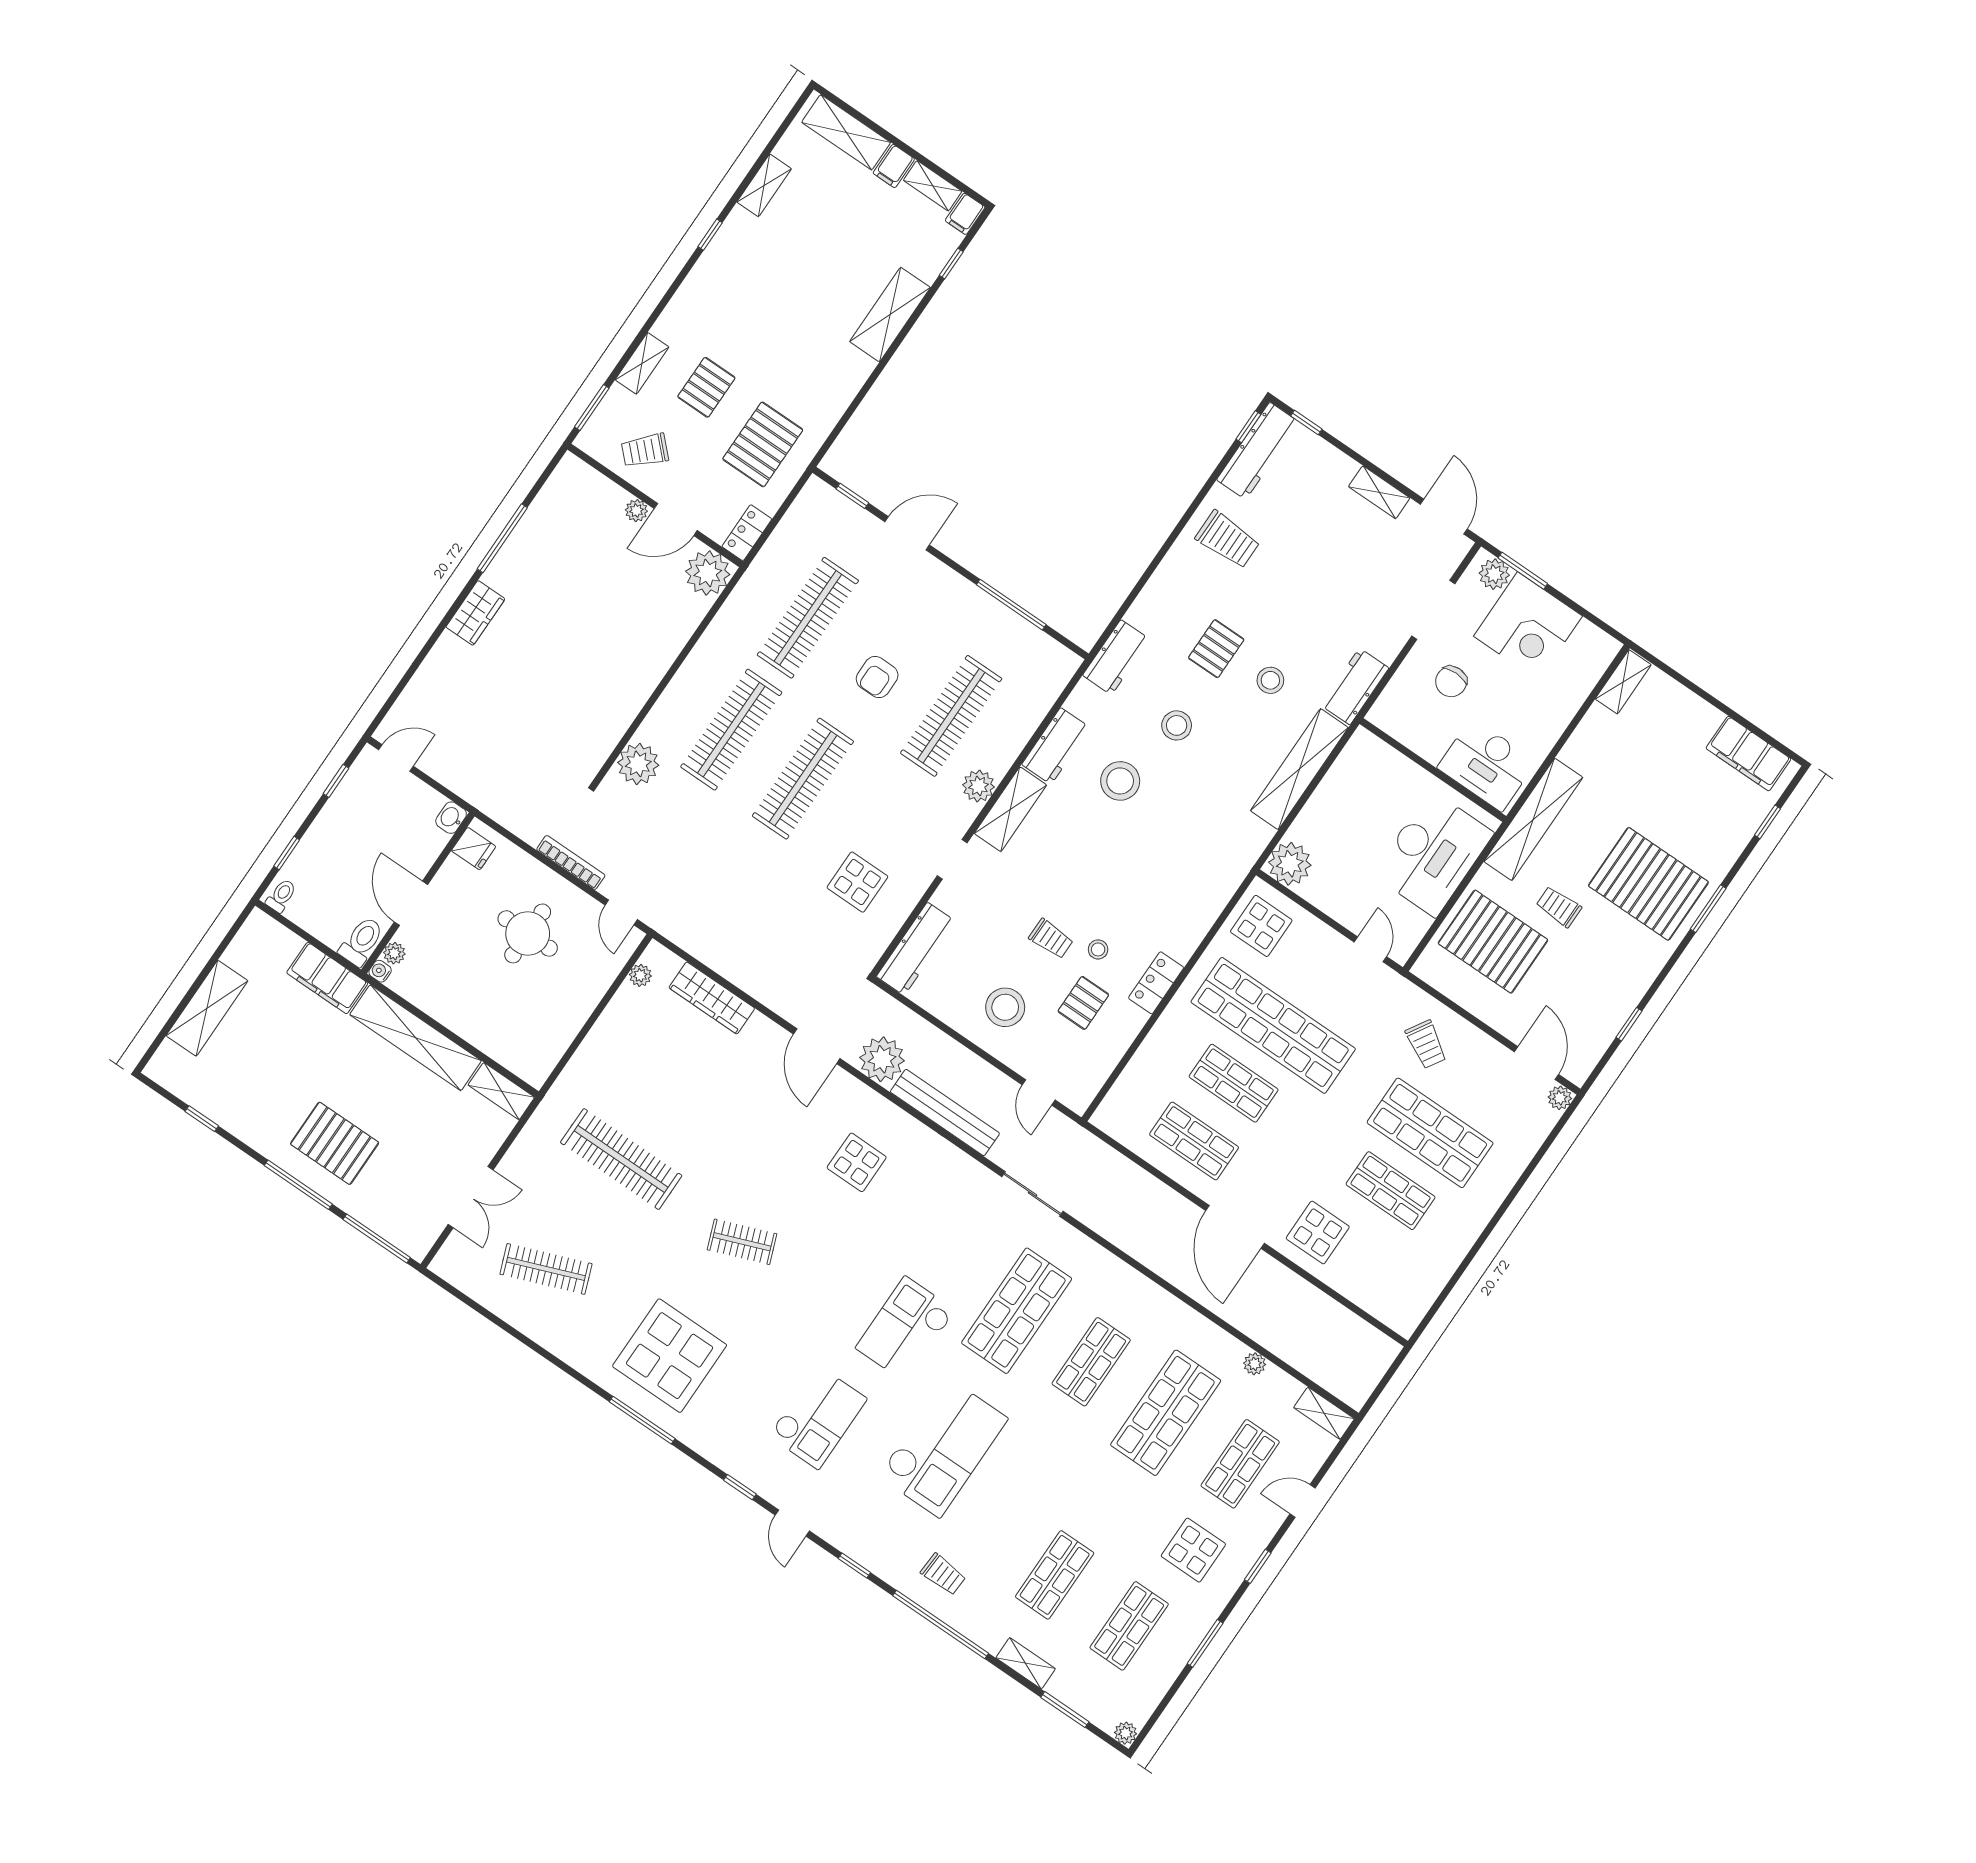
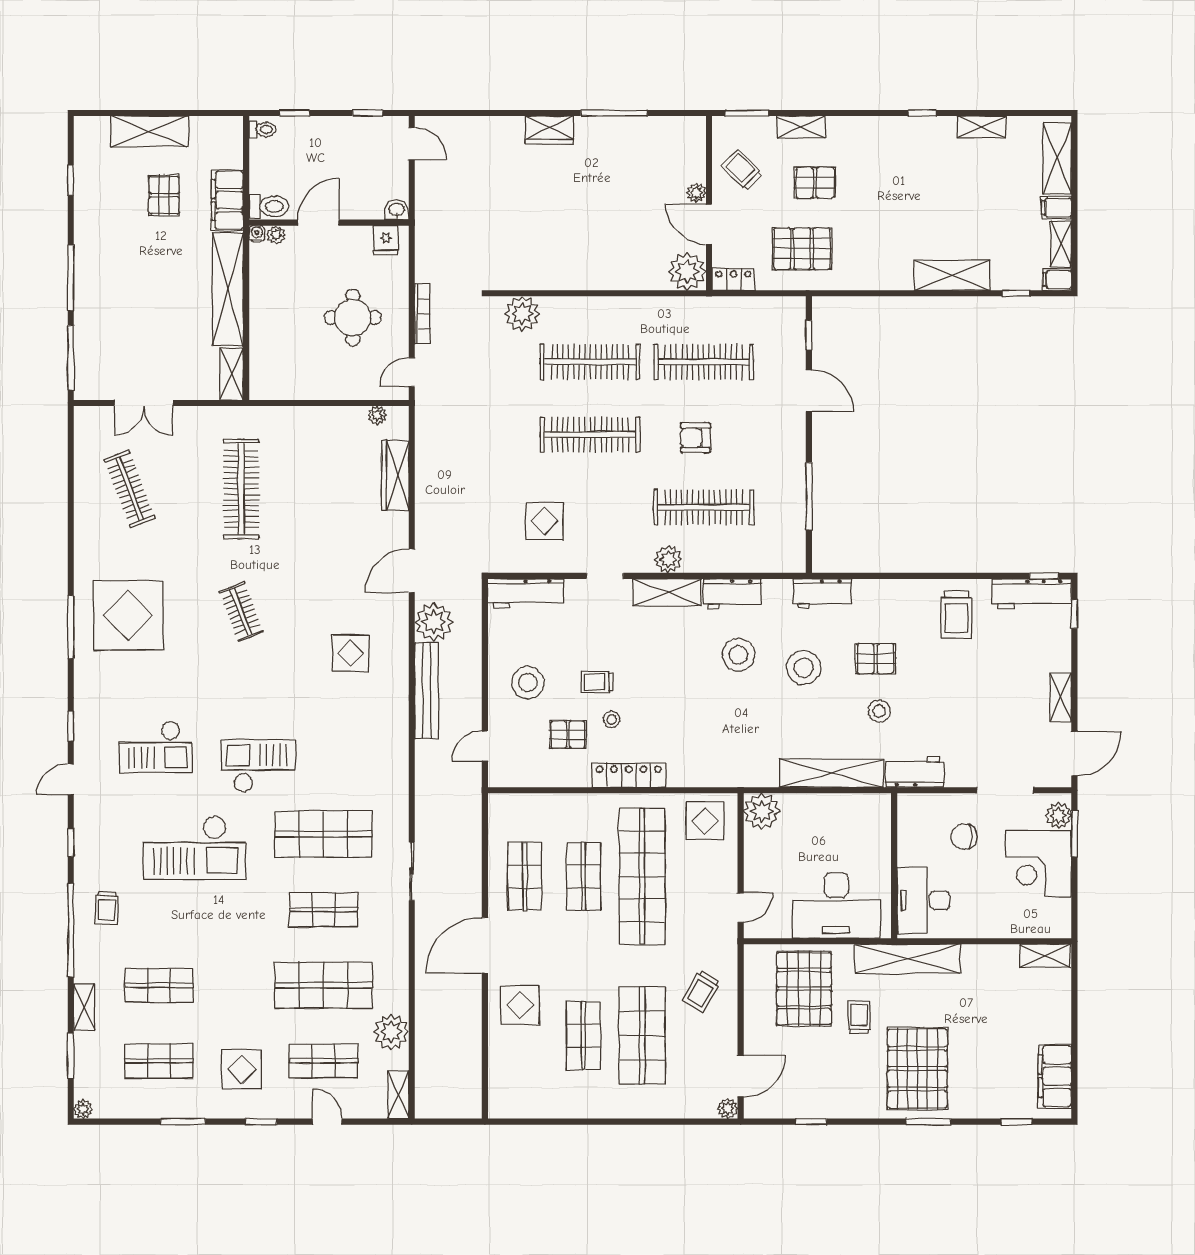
stool: (1177, 725) -> (804, 668), width x1.38, depth x1.38
trolley: (1051, 939) -> (597, 682), turned 90
locker: (1156, 983) -> (629, 775), width x1.53
pallet: (335, 1143) -> (164, 195), moved, width x0.67, depth x0.71
sliding door: (1033, 1194) -> (412, 871), moved
plant: (1255, 1364) -> (391, 1032), width x1.88, depth x1.88

